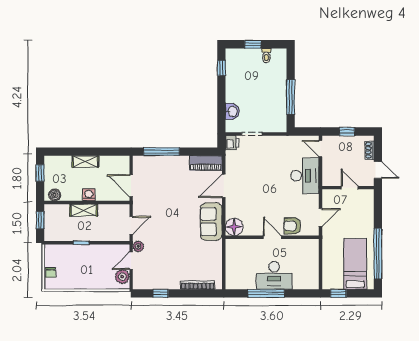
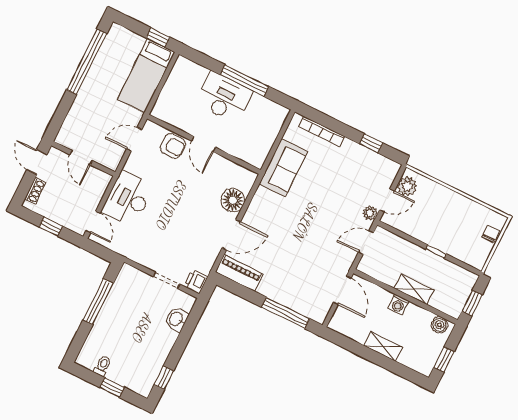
sofa: (211, 222) -> (283, 168), moved
floor lamp: (234, 227) -> (233, 200), moved
bed: (355, 264) -> (146, 76), moved

